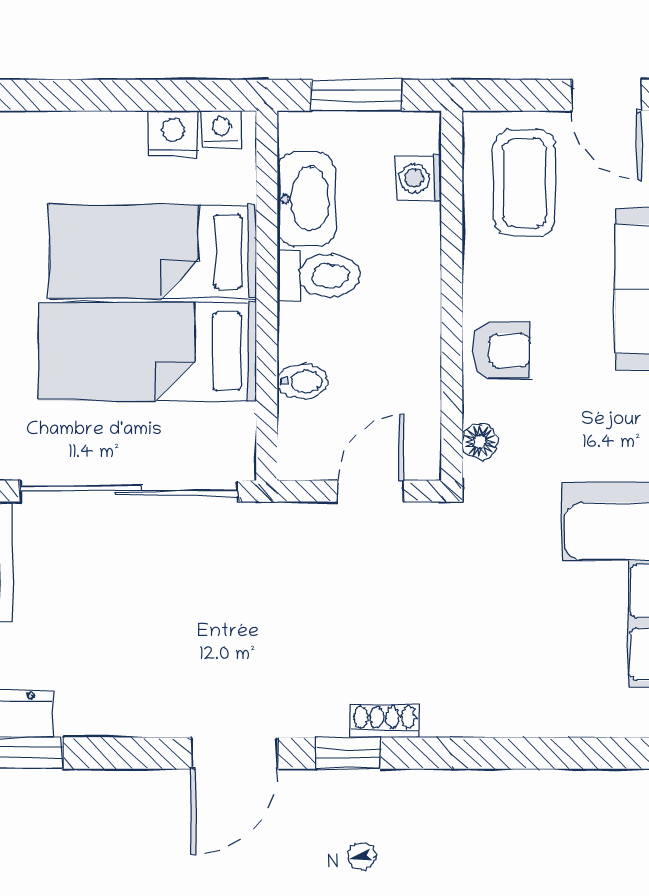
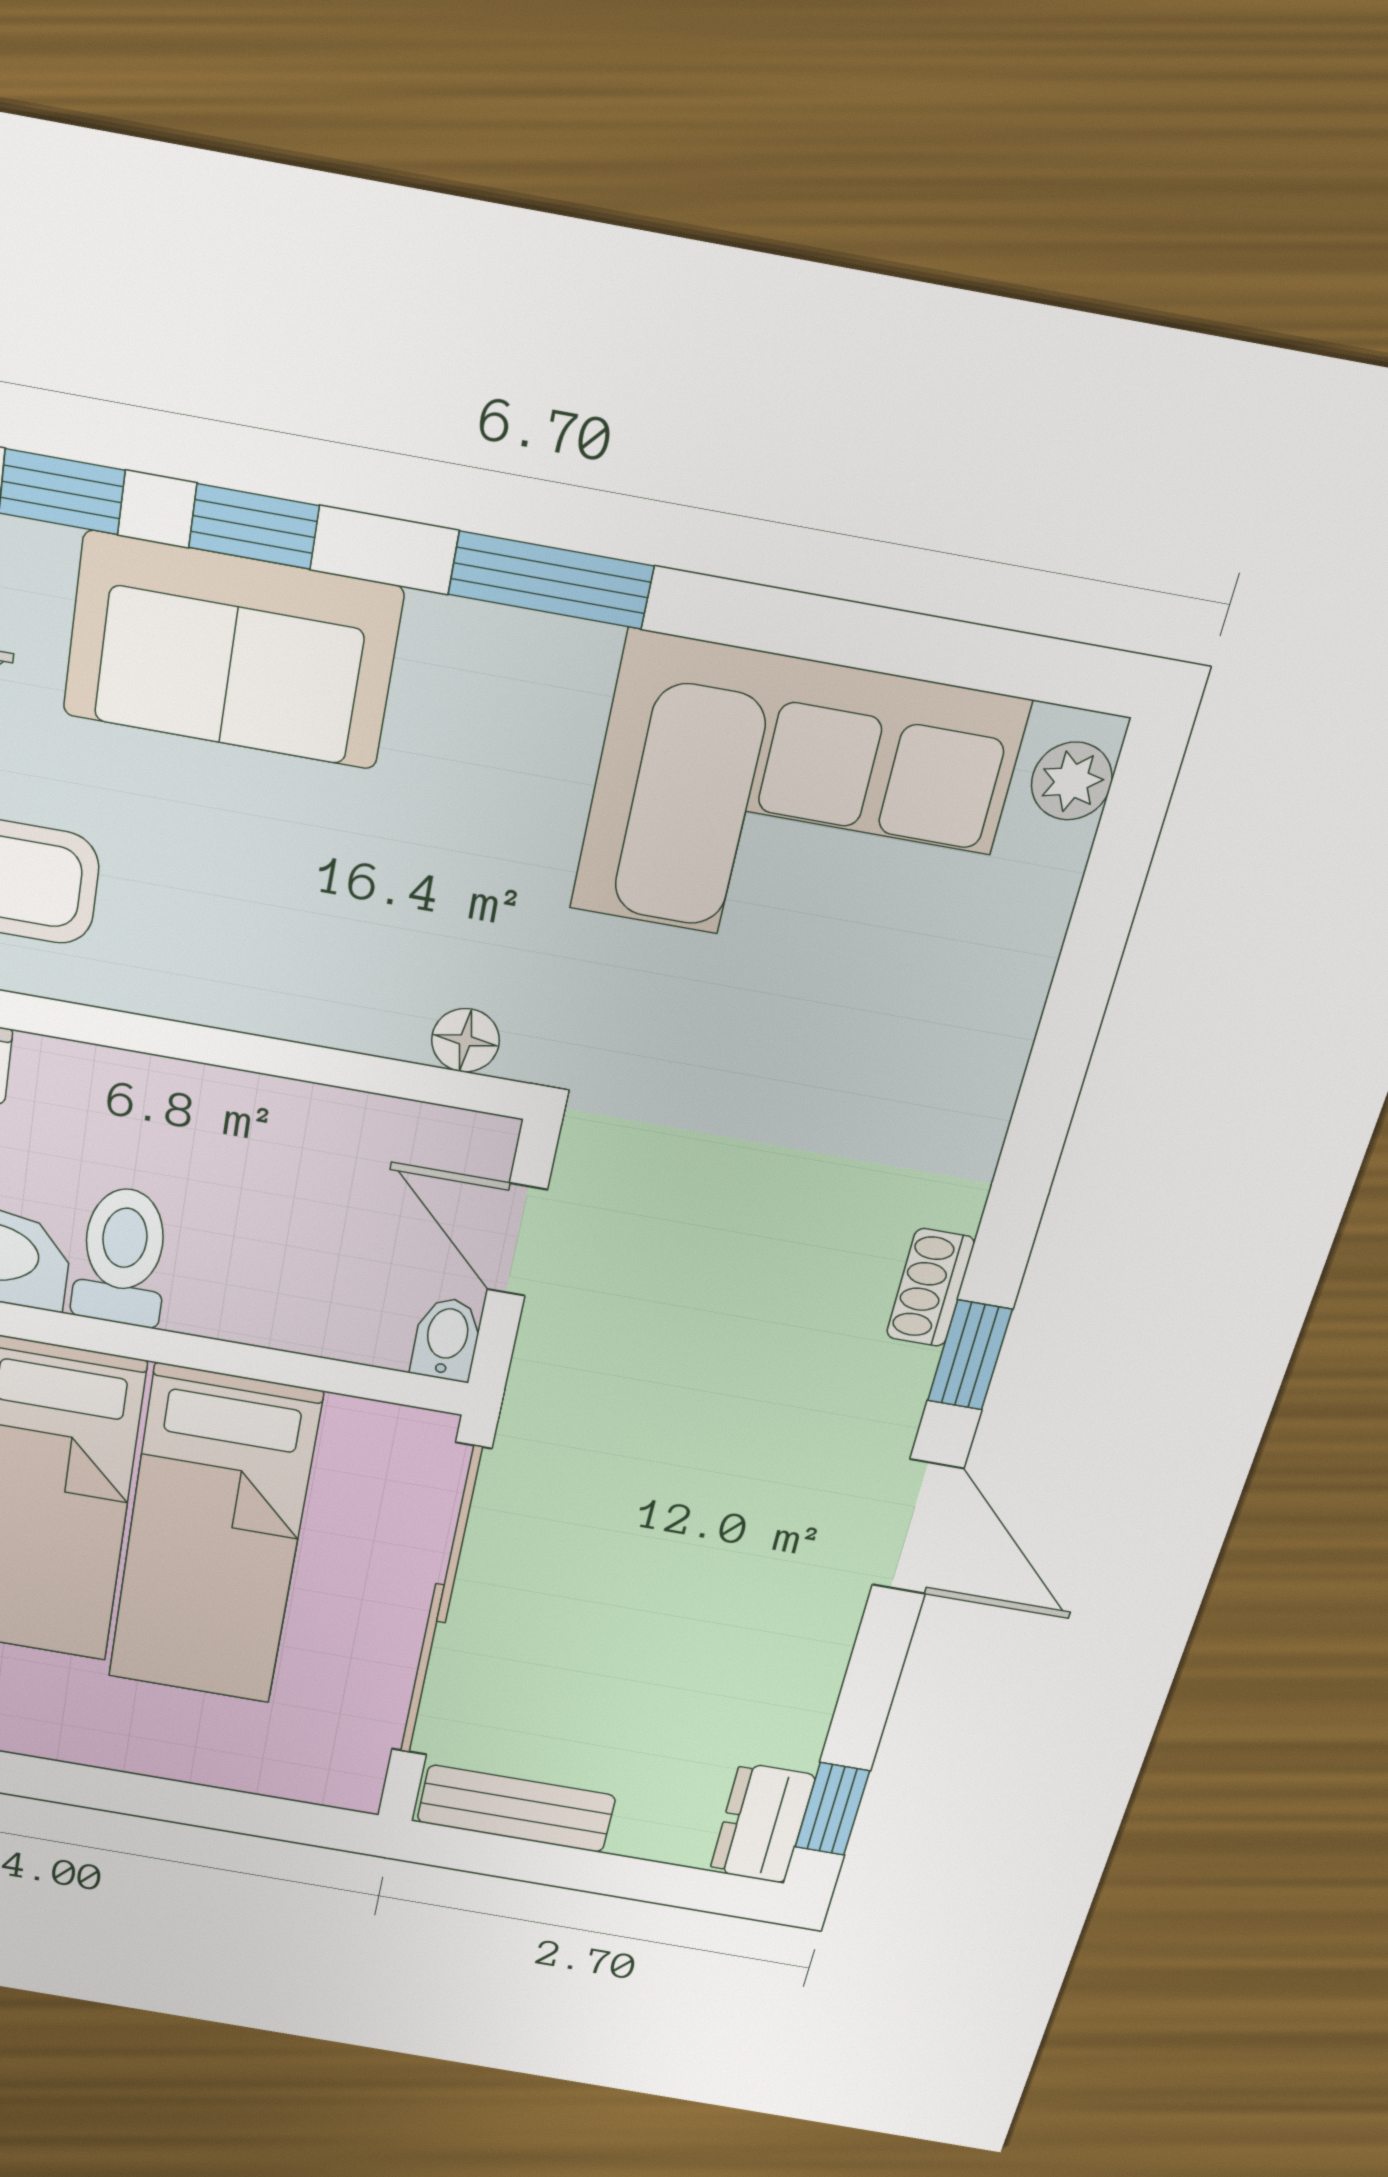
armchair: (501, 350) -> (303, 974), removed
bidet: (302, 381) -> (447, 1339), moved

